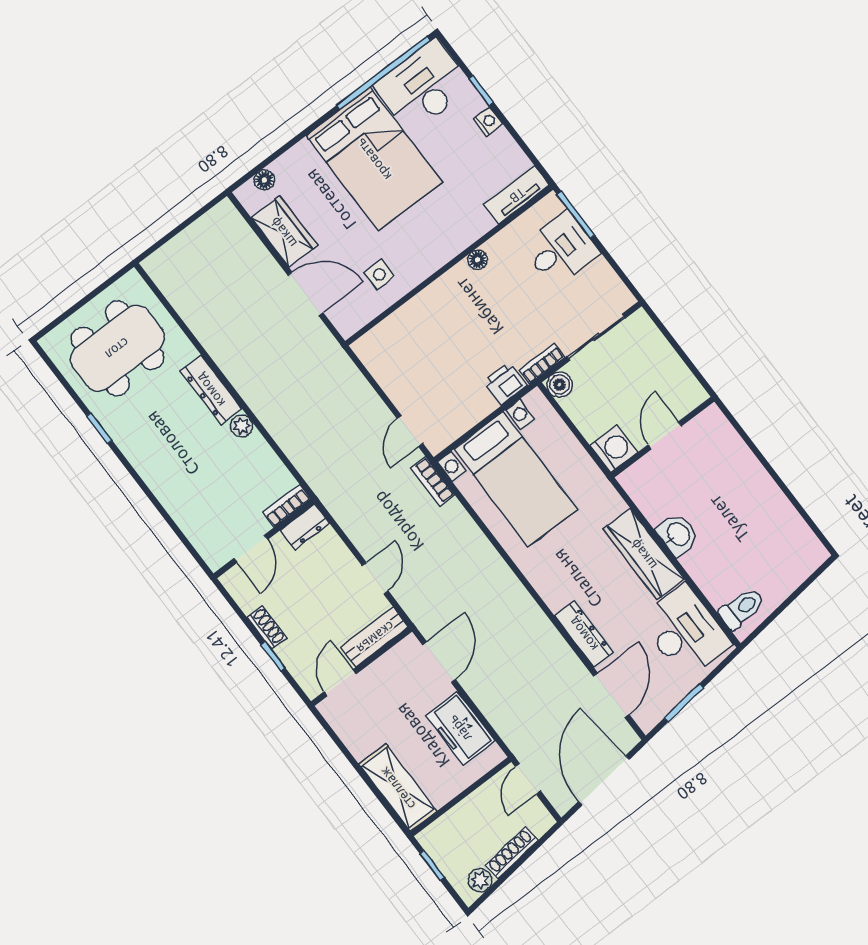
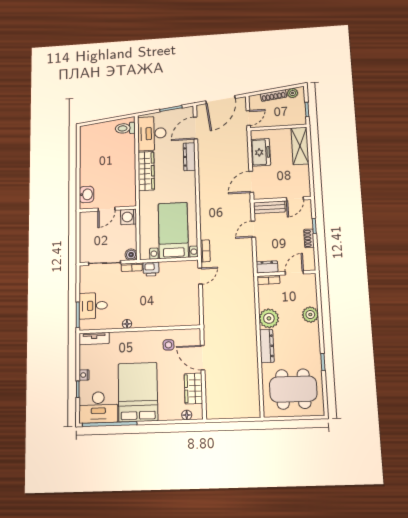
plant: (242, 426) -> (269, 318), width x1.88, depth x1.88
plant: (174, 495) -> (310, 315), added
washbasin: (678, 535) -> (86, 194), moved, turned 180

